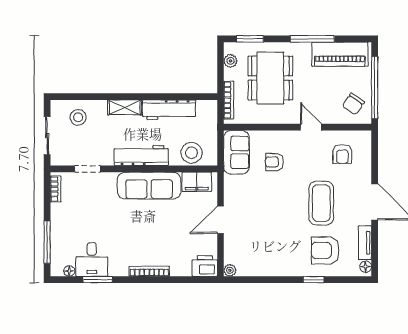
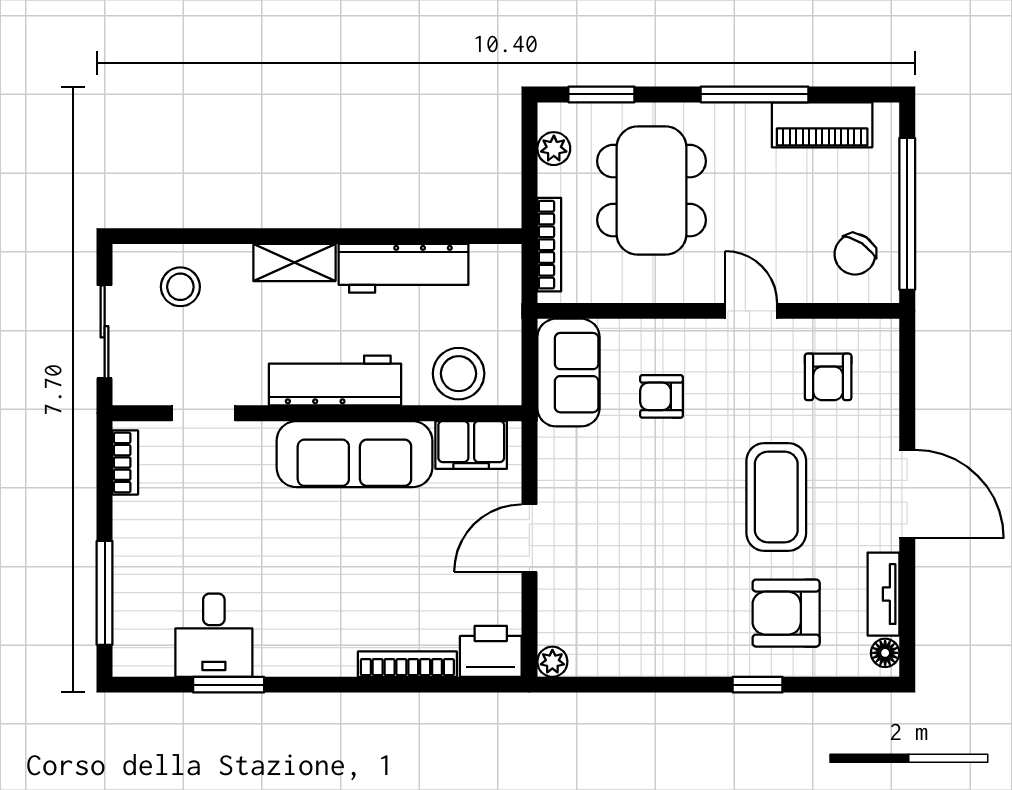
piano: (340, 54) -> (822, 125), width x0.73, depth x0.75
floor lamp: (69, 271) -> (159, 663), removed
bookcase: (149, 271) -> (407, 664), moved

